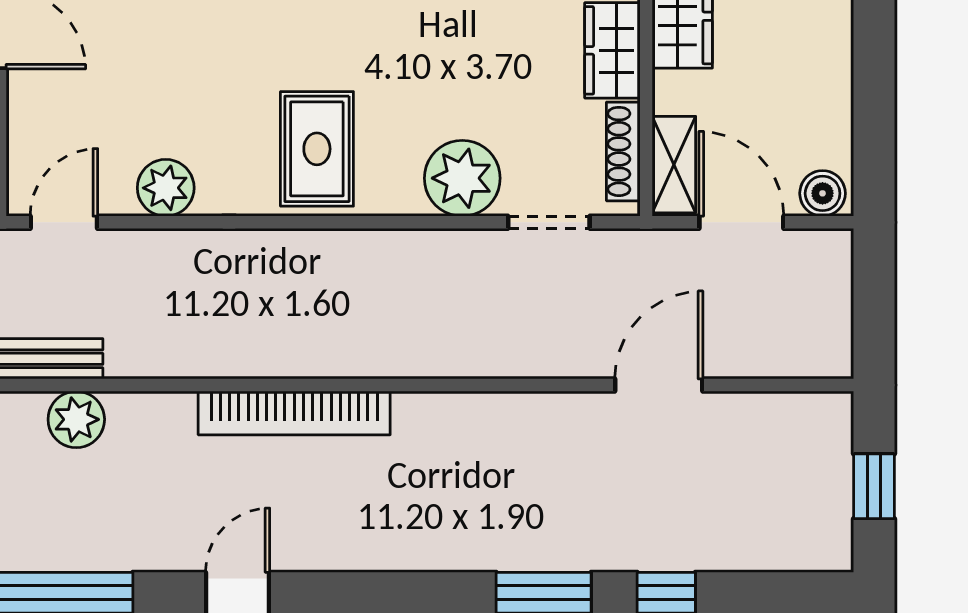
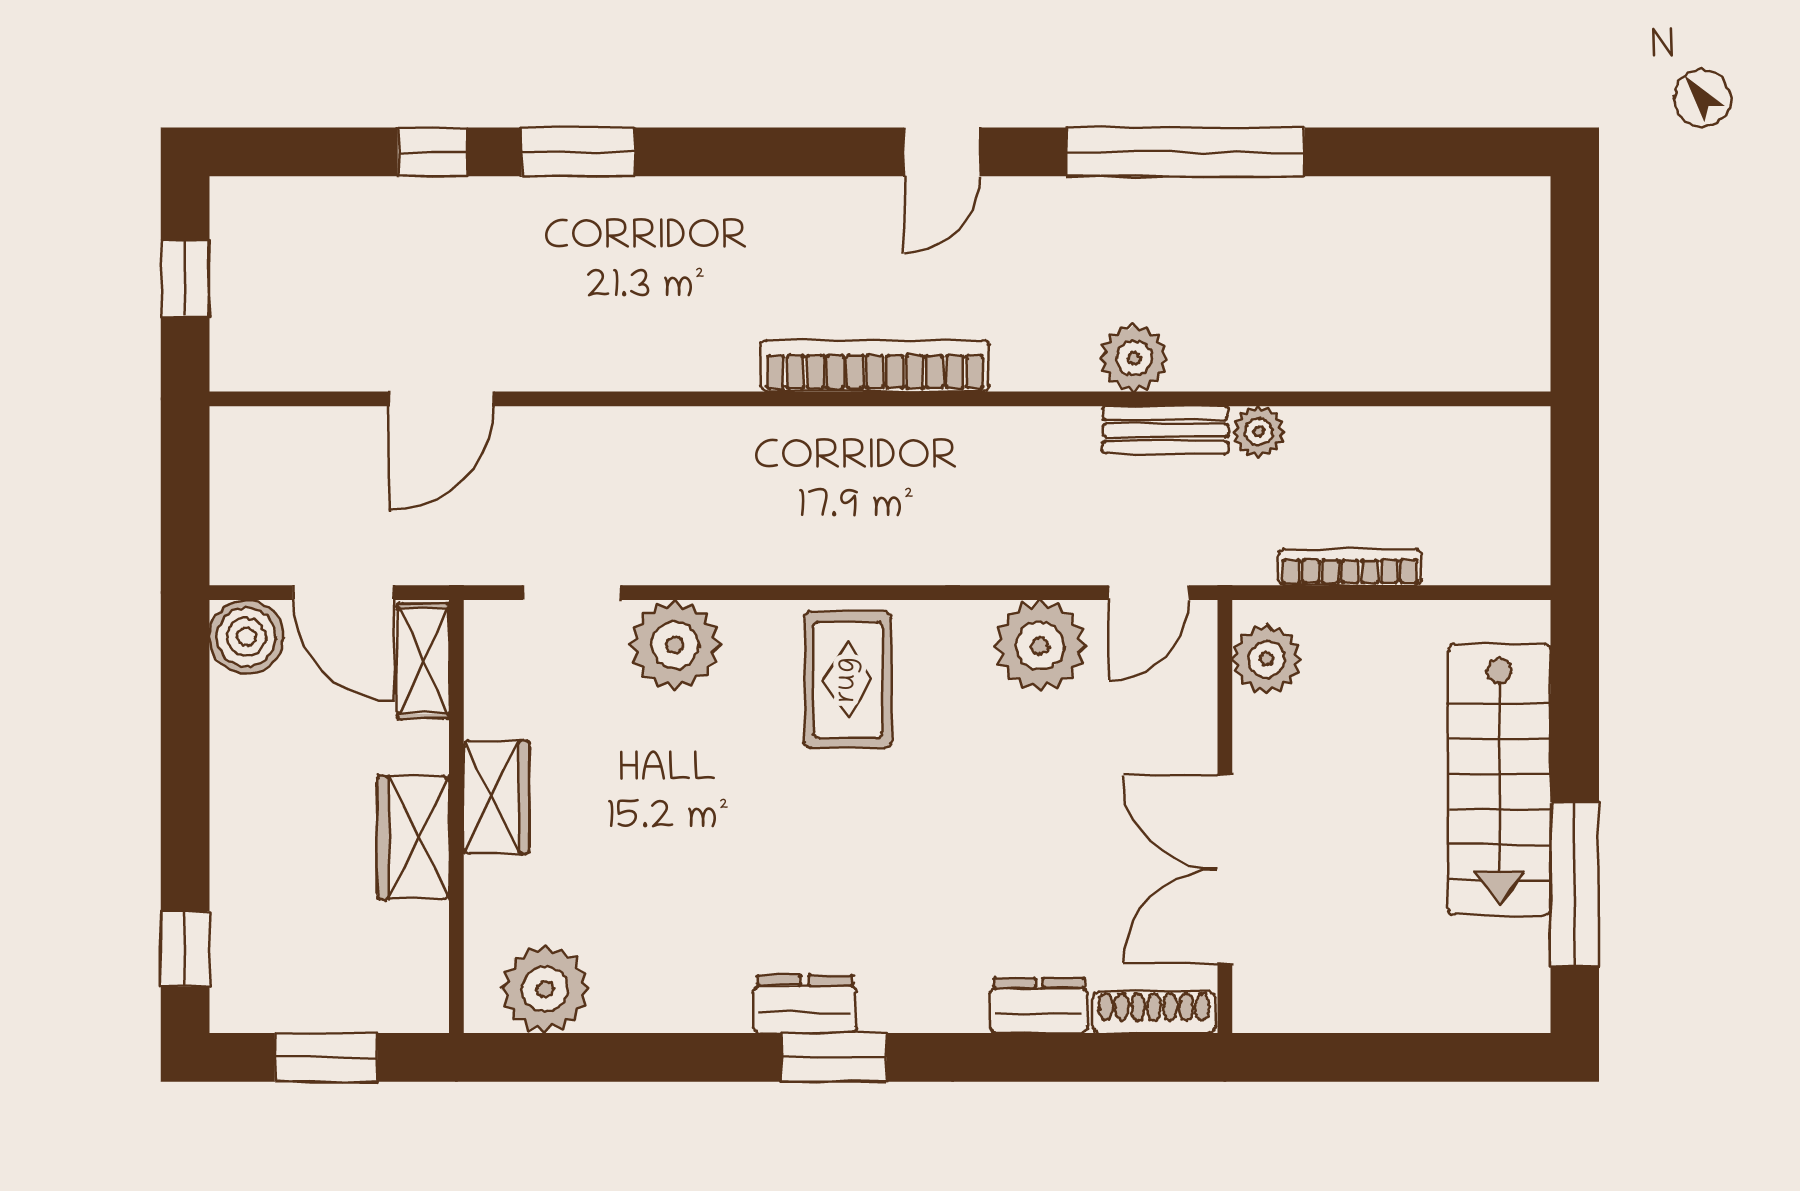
shoe rack: (623, 151) -> (484, 677), removed
plant: (166, 188) -> (1040, 646), width x1.36, depth x1.36
boiler: (823, 193) -> (246, 637), width x1.36, depth x1.36

